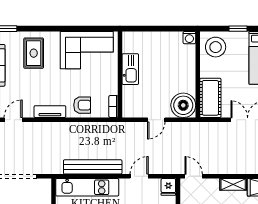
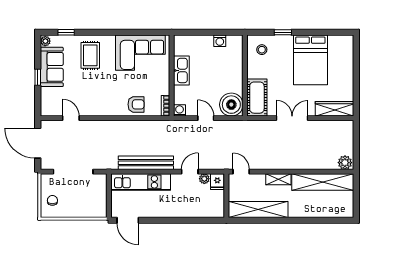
washing machine: (189, 38) -> (220, 41), moved
stool: (216, 47) -> (262, 50), width x0.53, depth x0.53
washing machine: (128, 111) -> (180, 110), added
tv unit: (50, 112) -> (106, 111), removed
door: (13, 120) -> (71, 118), hinge flipped
door: (156, 120) -> (206, 118), swing flipped
plant: (155, 184) -> (204, 179), added

